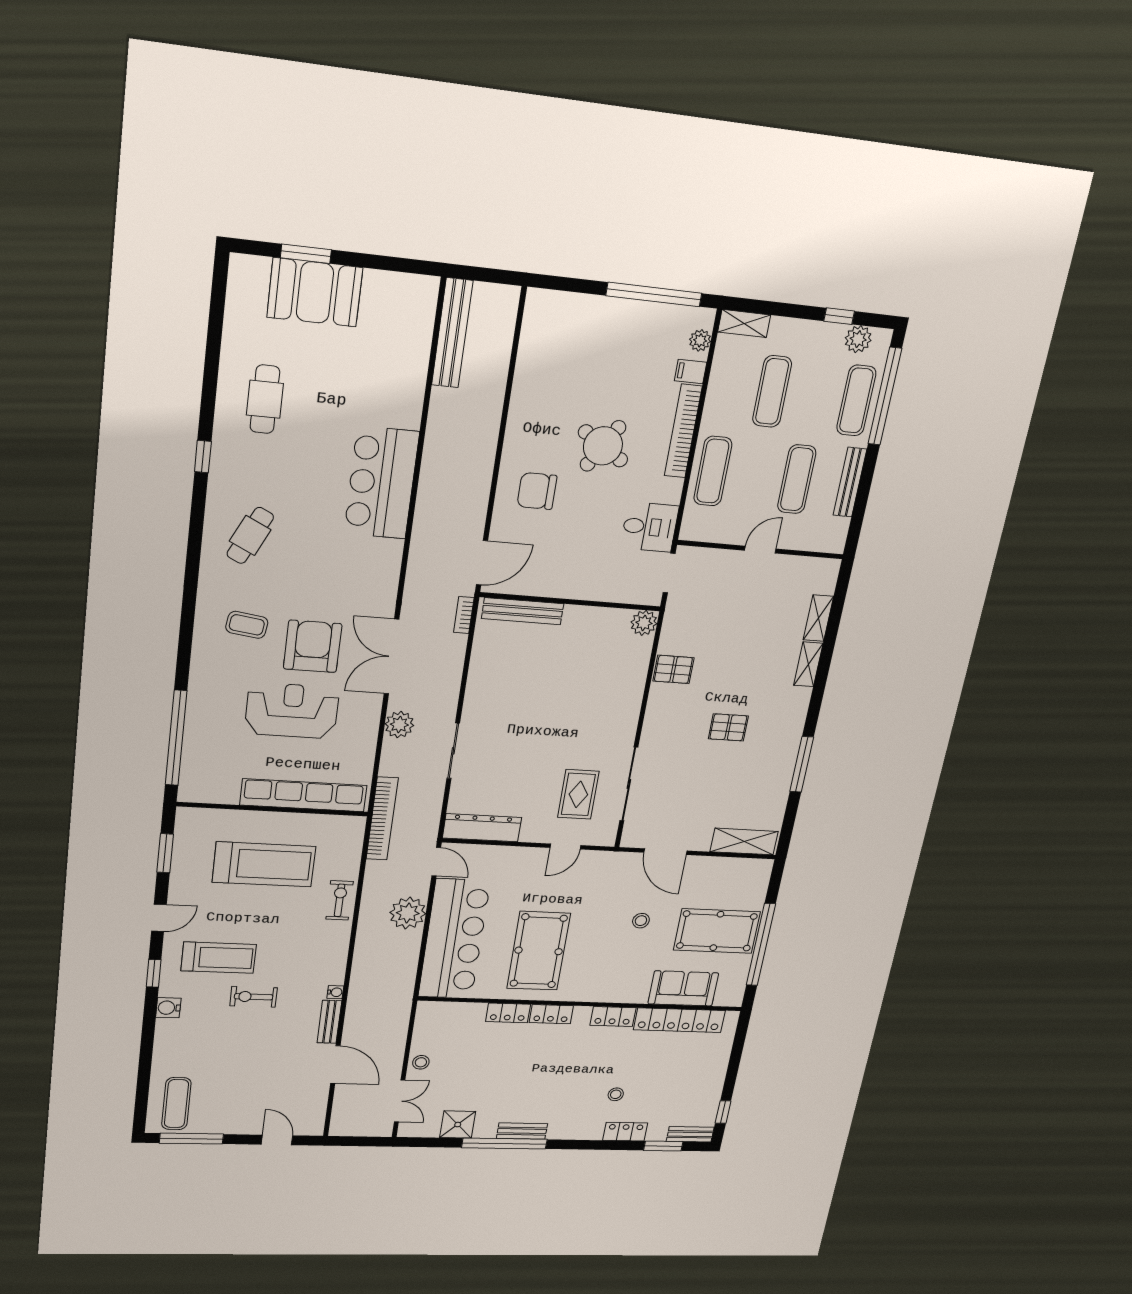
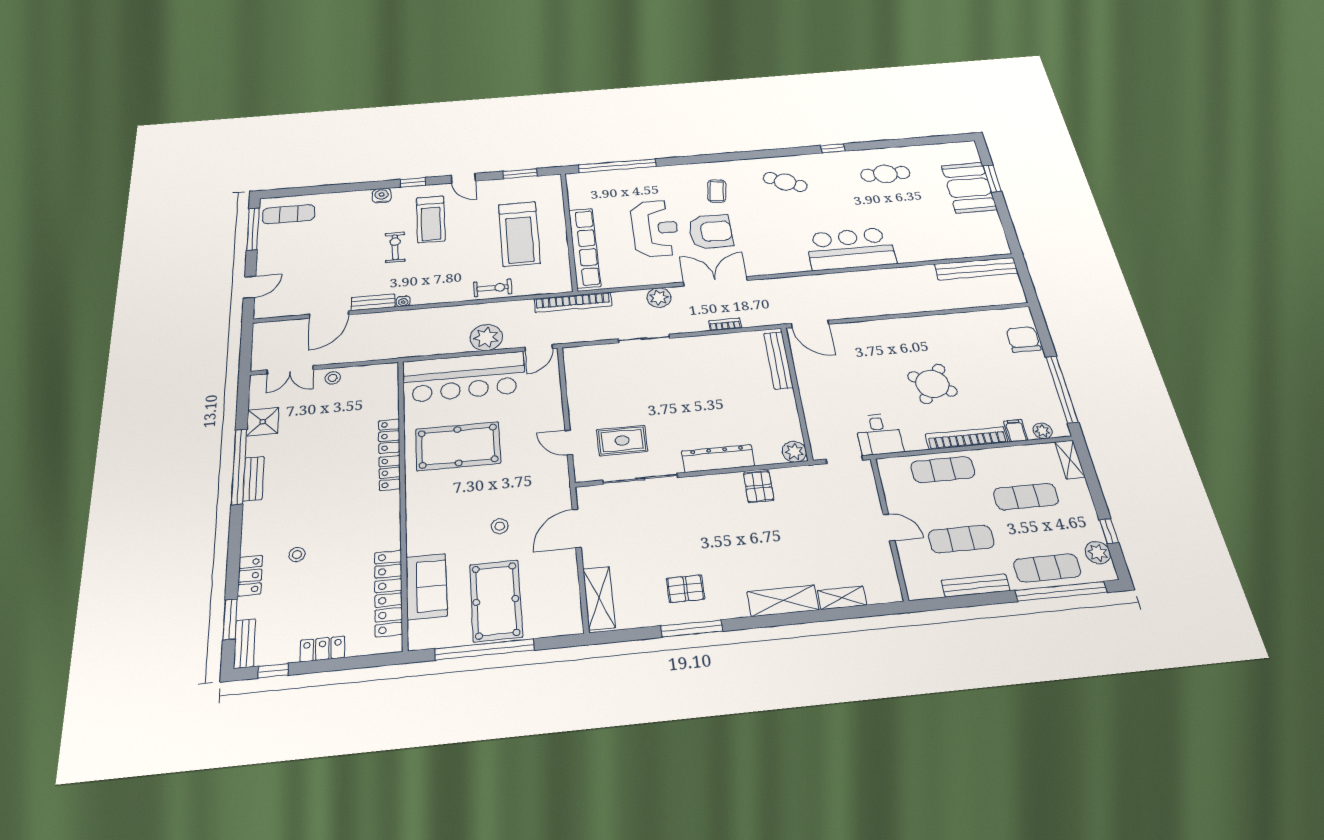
chair: (537, 491) -> (1023, 339), moved
bookcase: (464, 615) -> (725, 324), moved
shelving: (808, 664) -> (783, 601), width x1.50, depth x1.33
pallet: (728, 727) -> (686, 589), moved, turned 90
dresser: (482, 828) -> (718, 458), moved, turned -90
locker: (613, 1017) -> (322, 649), moved, turned 90

